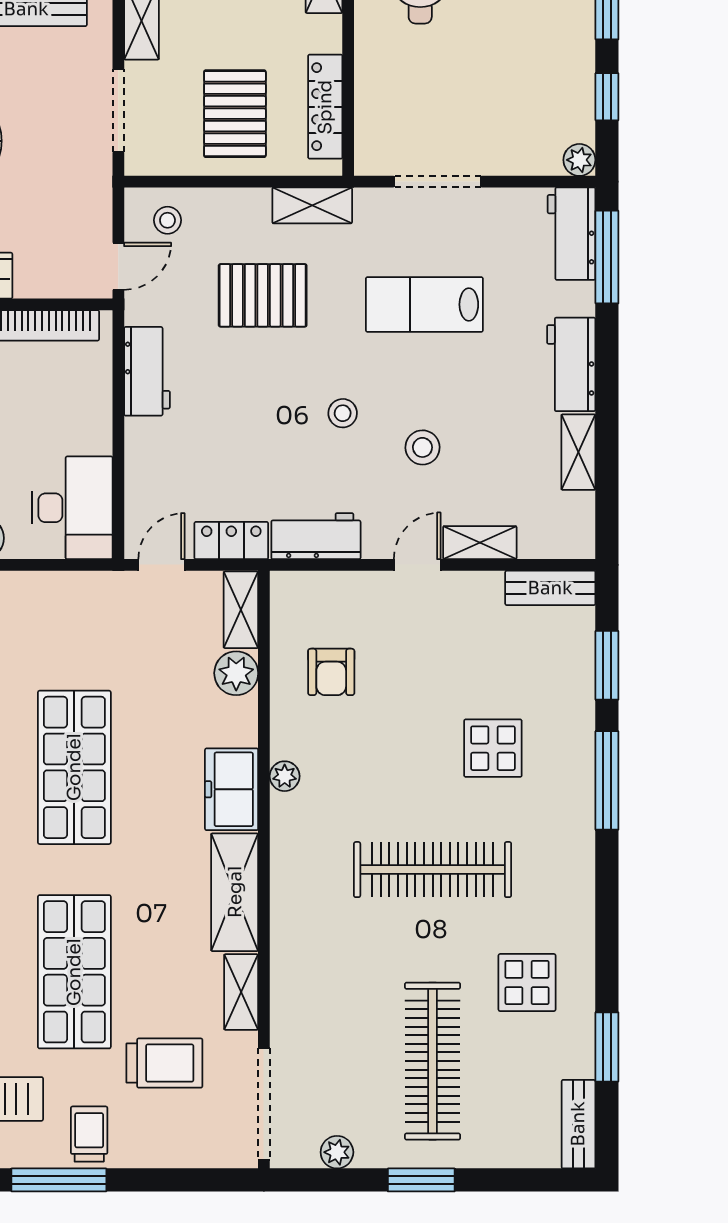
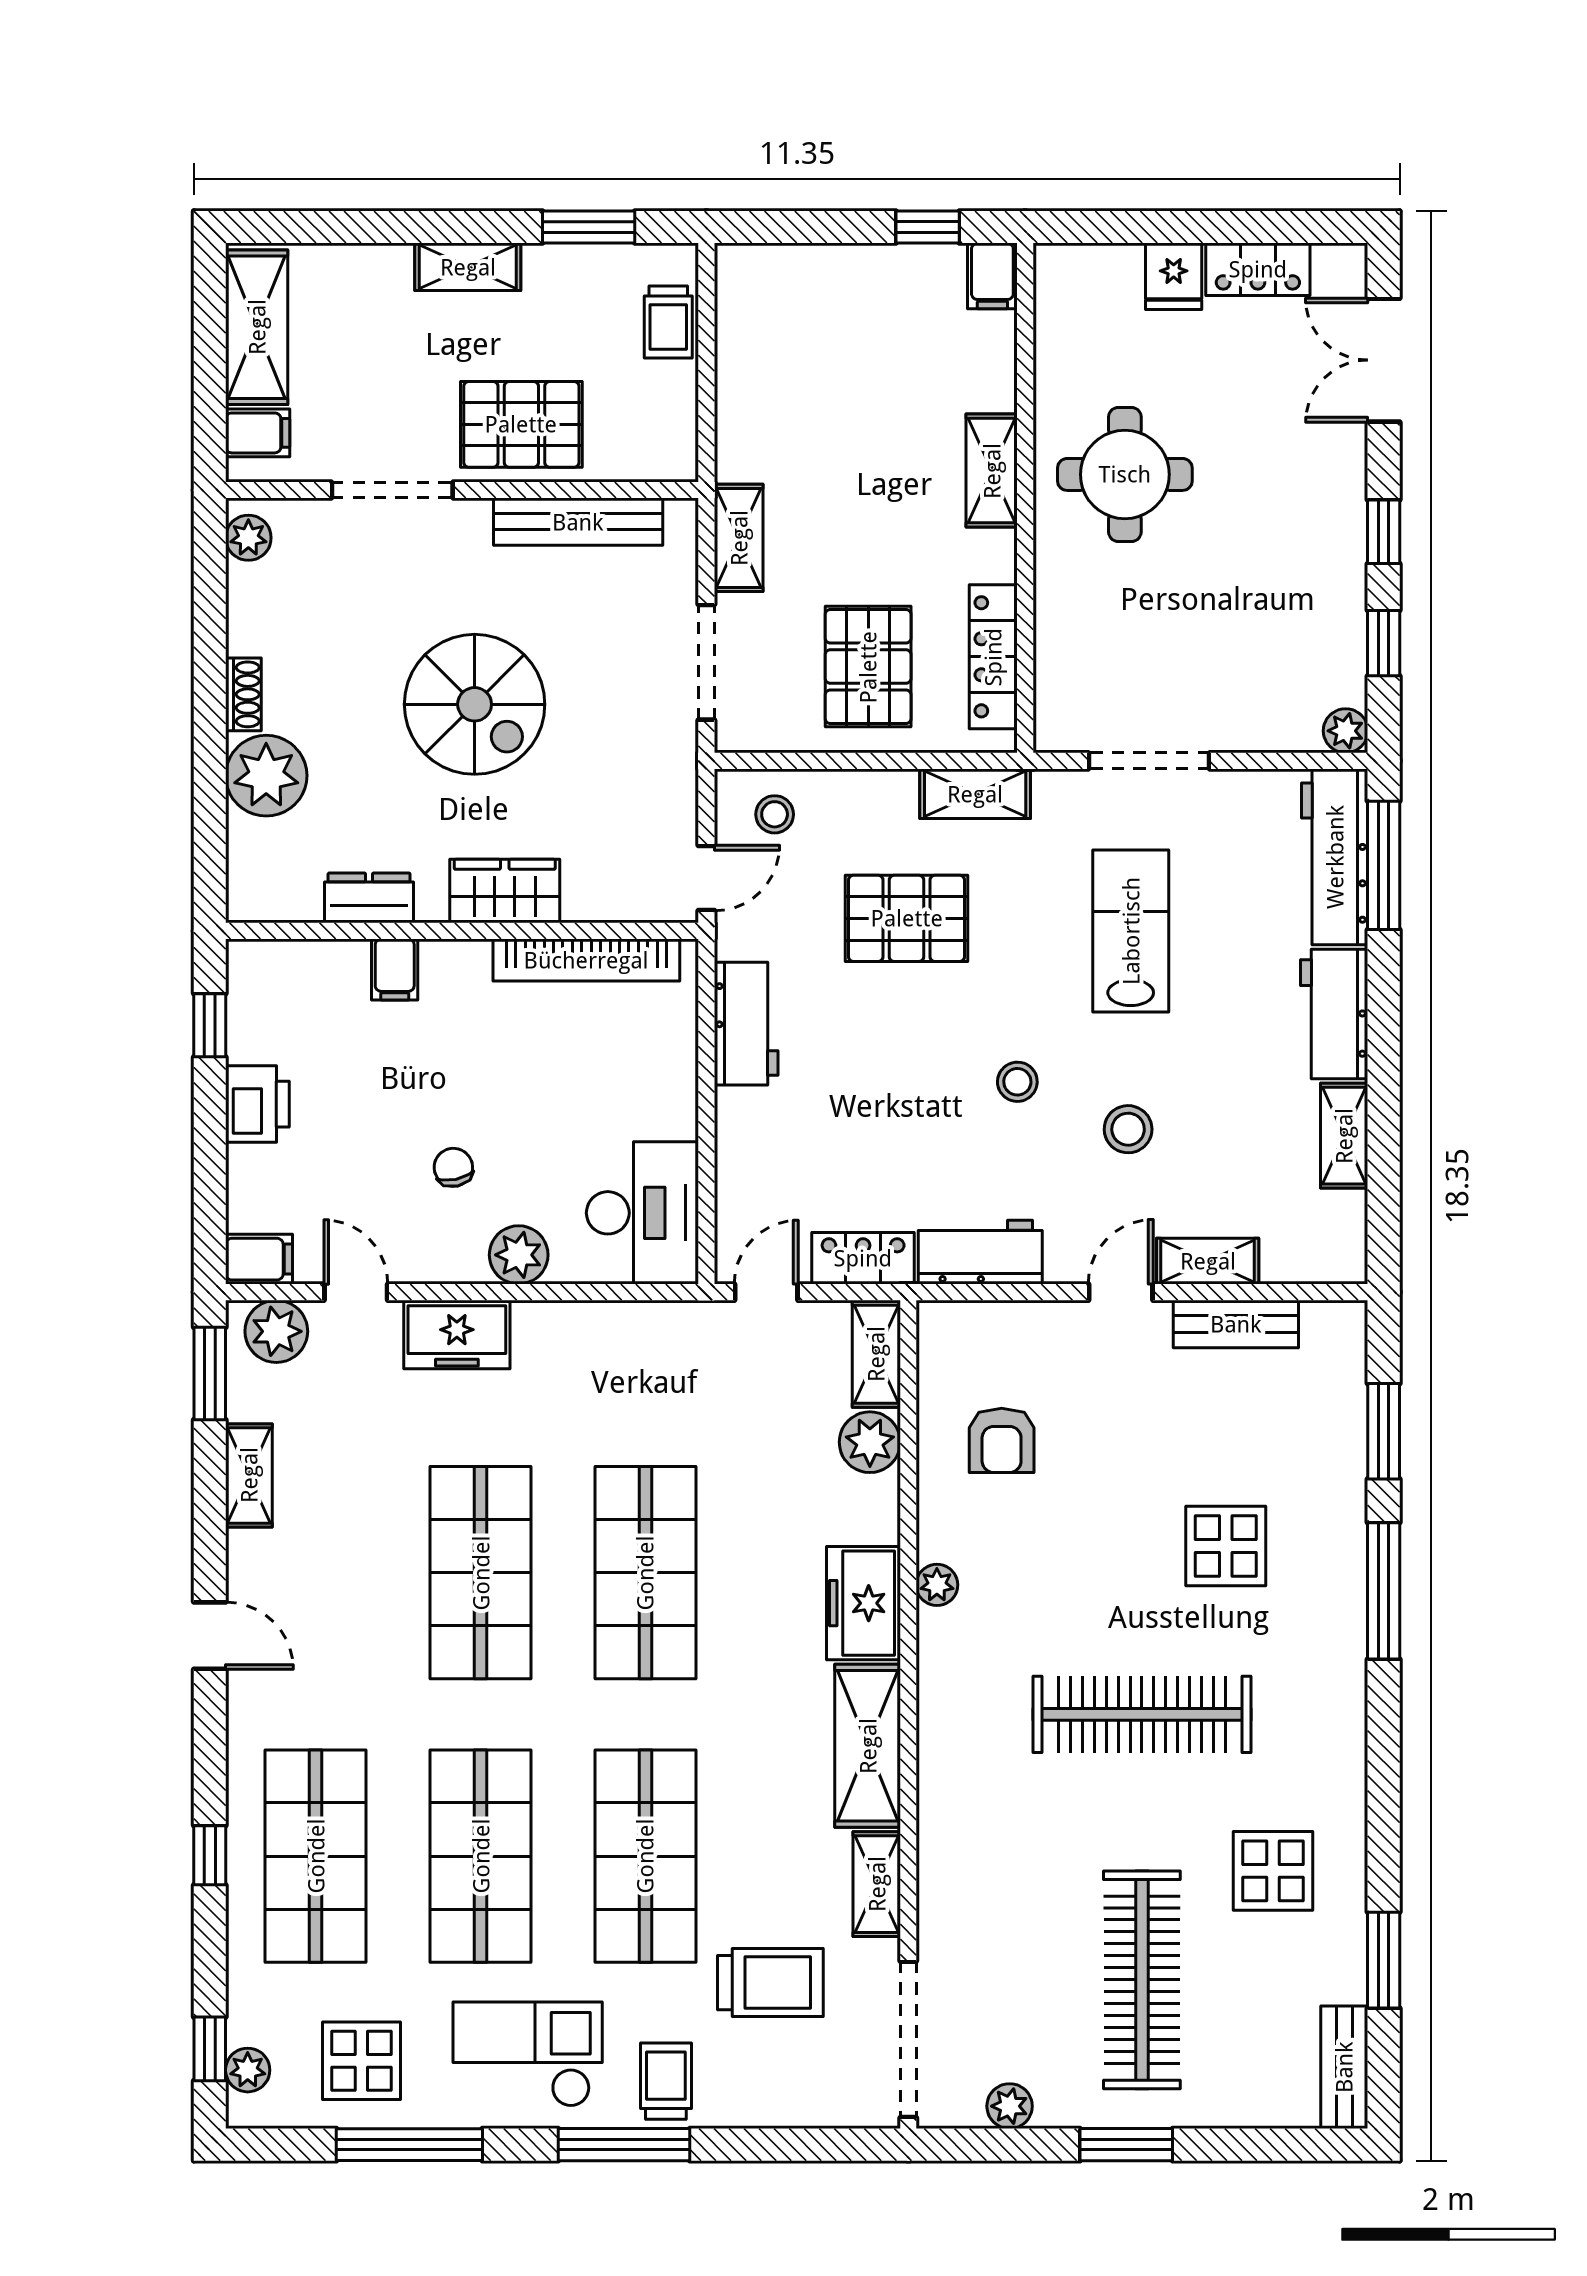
workbench: (572, 234) -> (1335, 857), width x1.38
lab bench: (424, 304) -> (1131, 931), turned 90
bench: (550, 588) -> (1236, 1324), moved

